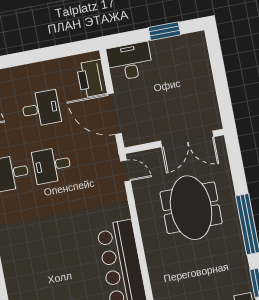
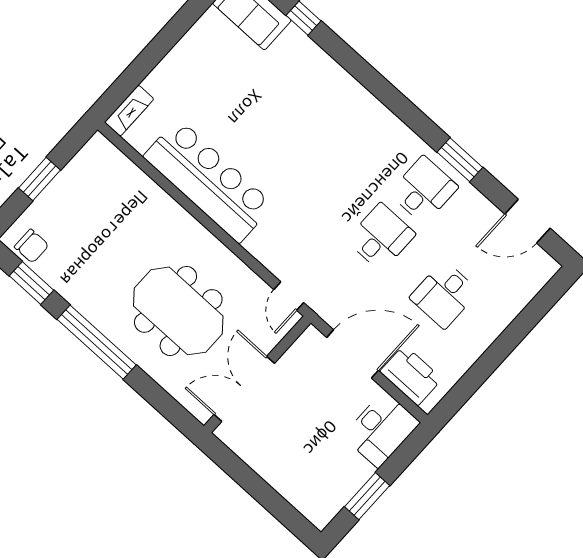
door: (125, 171) -> (289, 296), hinge flipped

